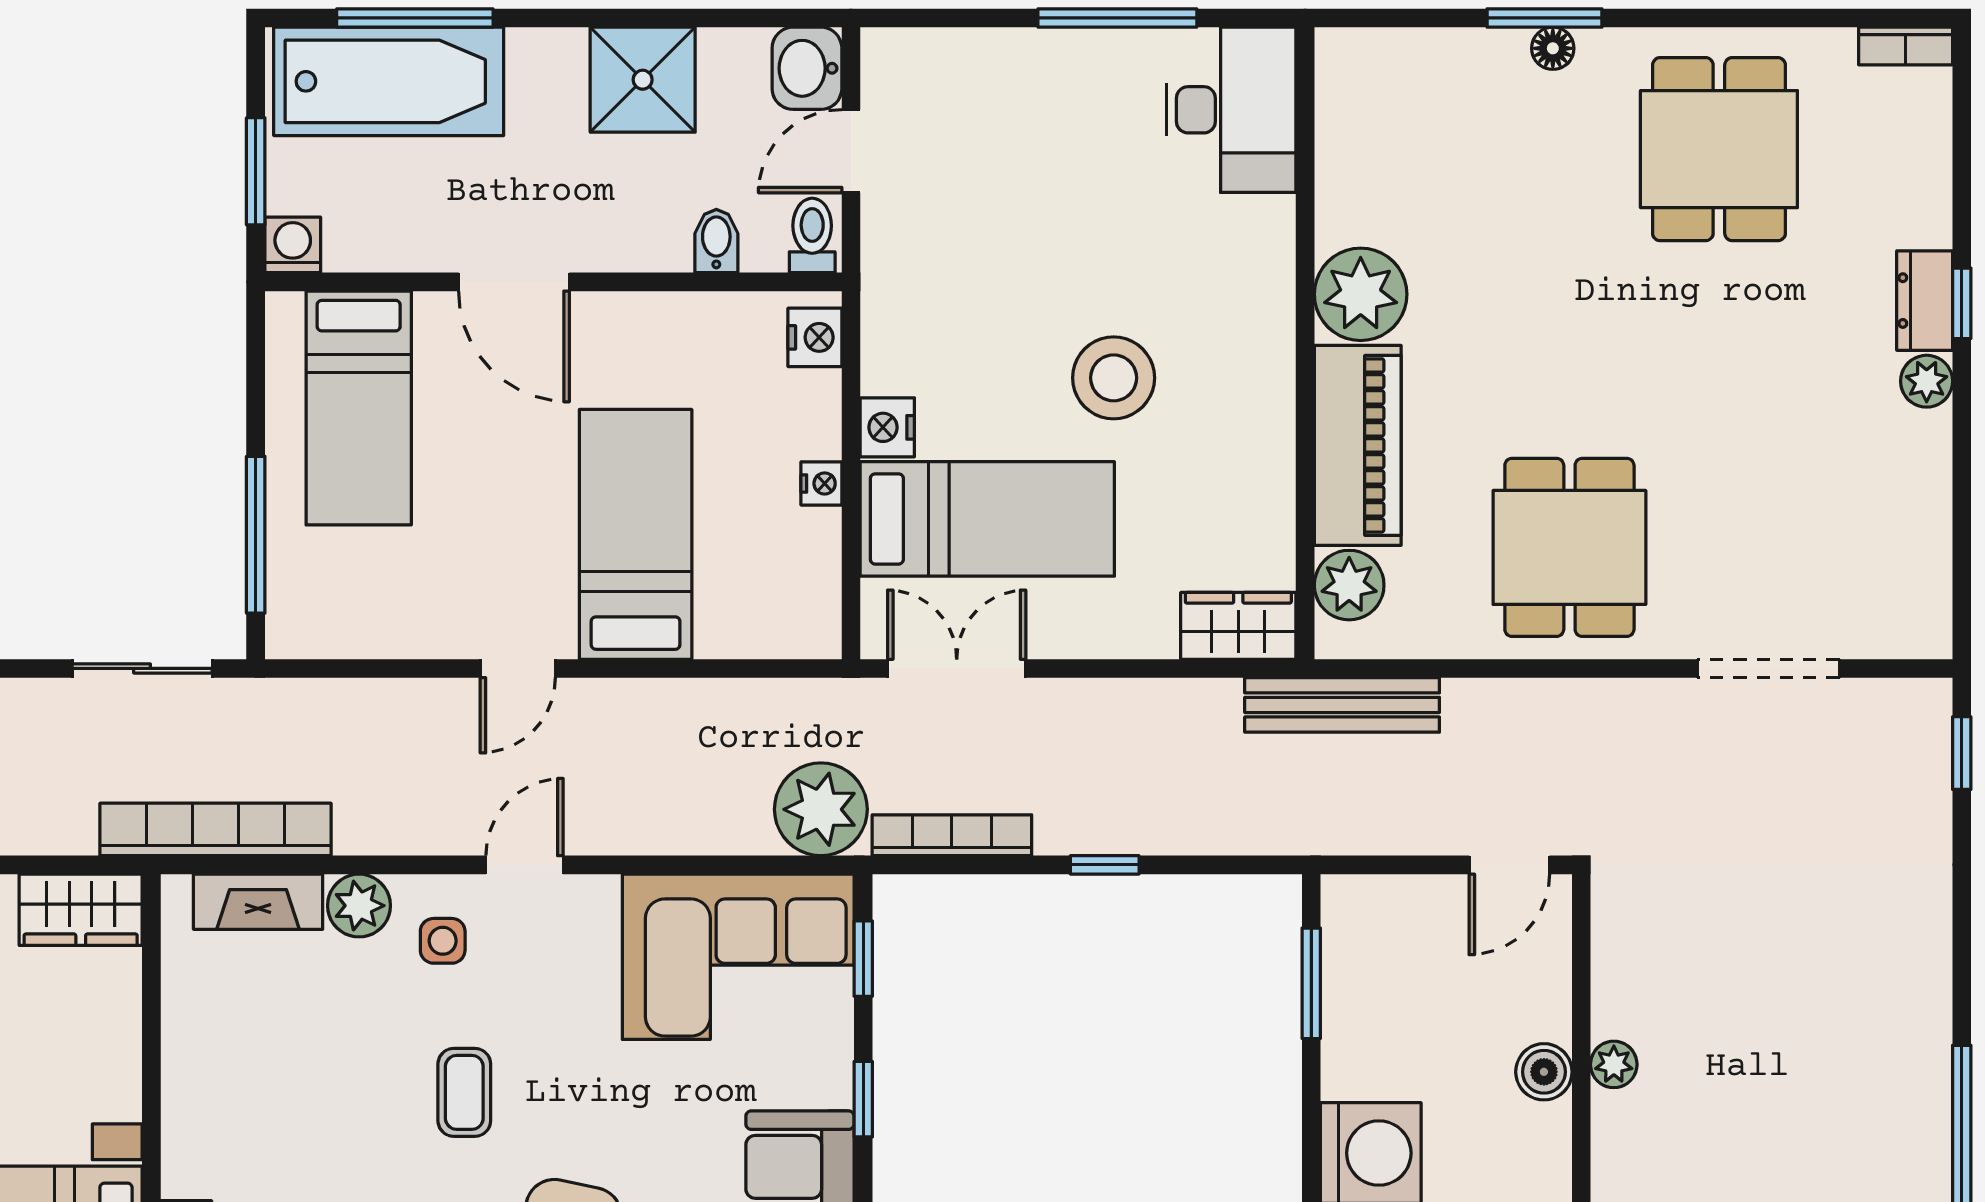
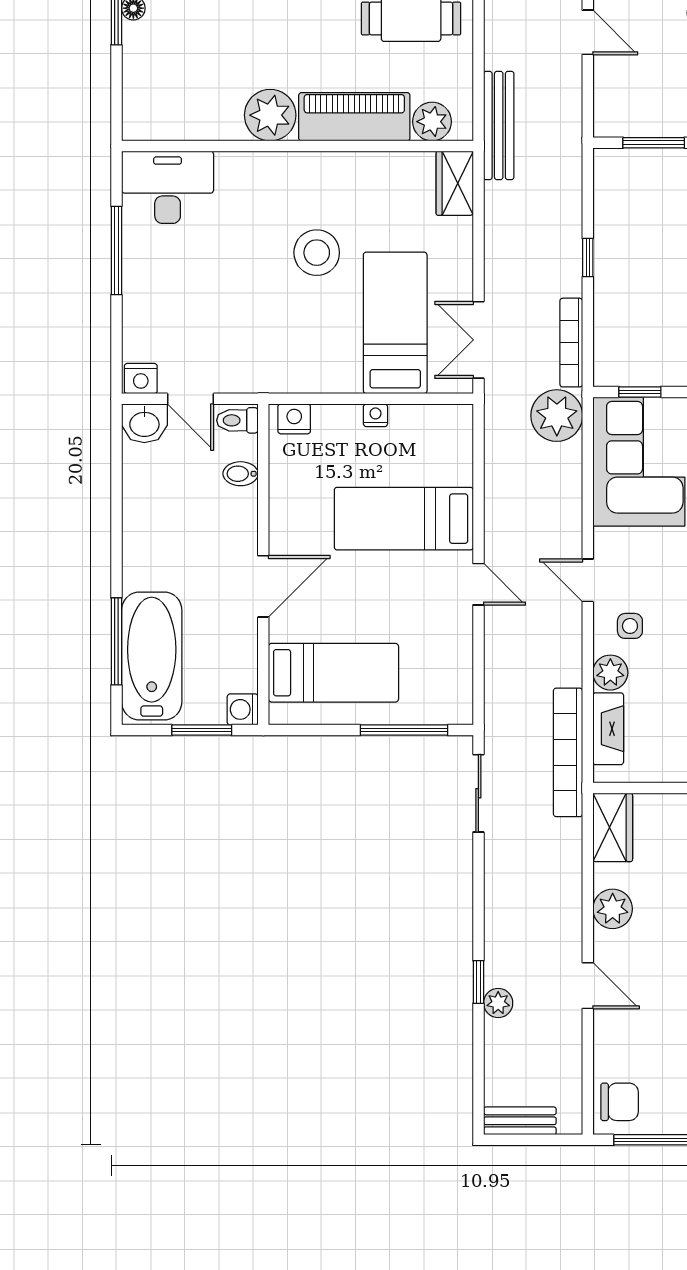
shower: (643, 80) -> (151, 515), removed
nightstand: (887, 427) -> (141, 379), moved

